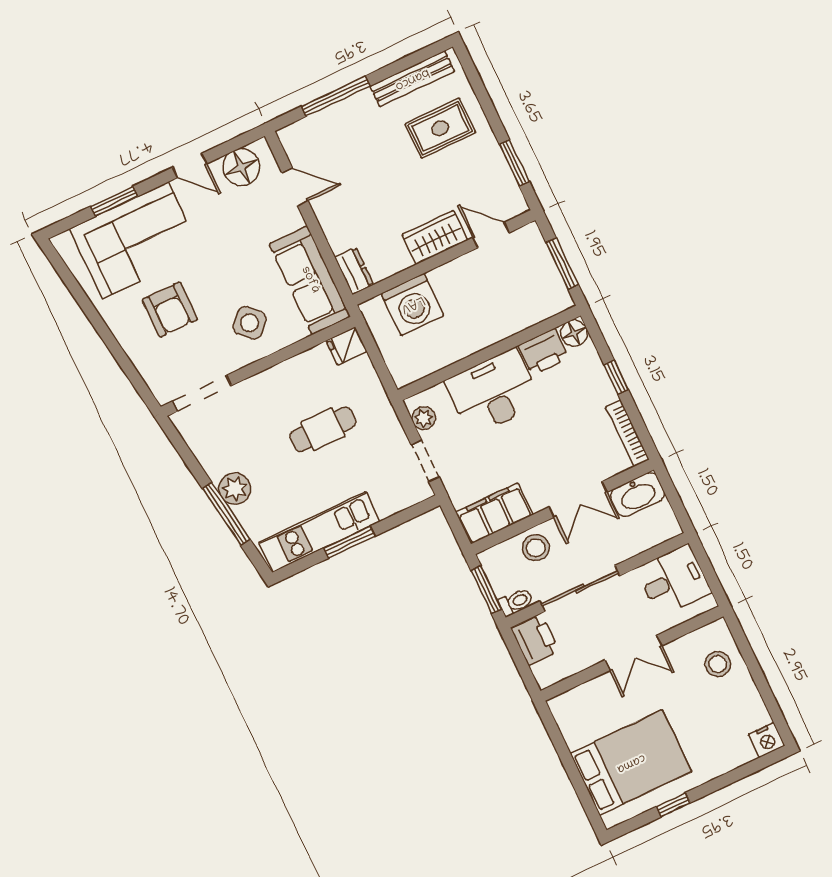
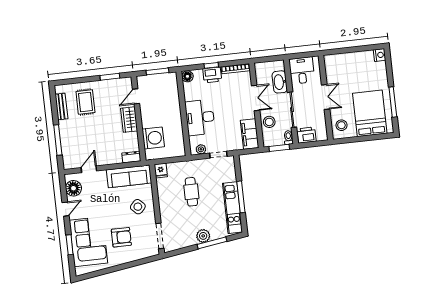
bench: (412, 79) -> (61, 106), width x0.73
printer: (543, 352) -> (212, 75), moved, turned 90
washbasin: (637, 495) -> (280, 82), moved, turned 180
window: (349, 542) -> (241, 197), width x1.44
stool: (718, 664) -> (341, 125), moved
window: (673, 805) -> (393, 102), width x2.17

